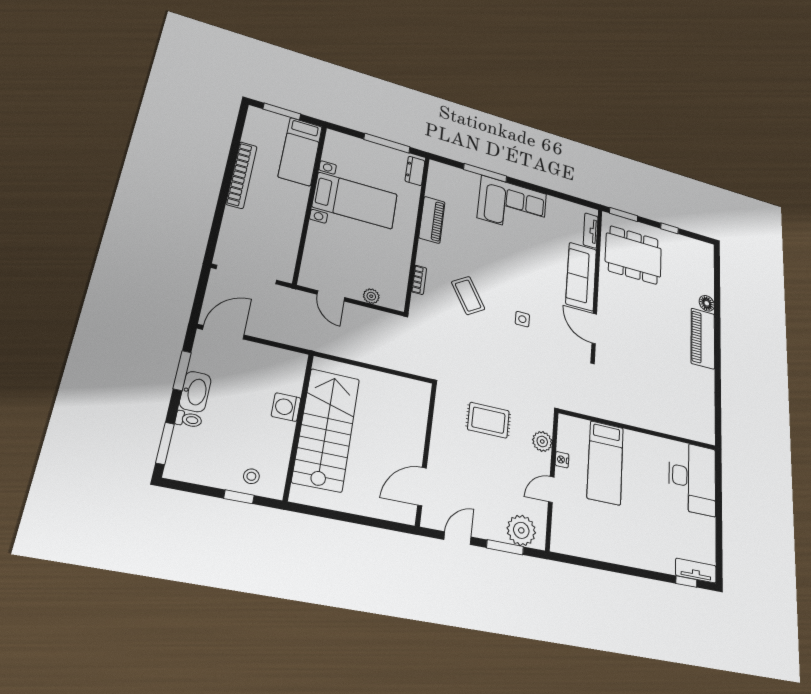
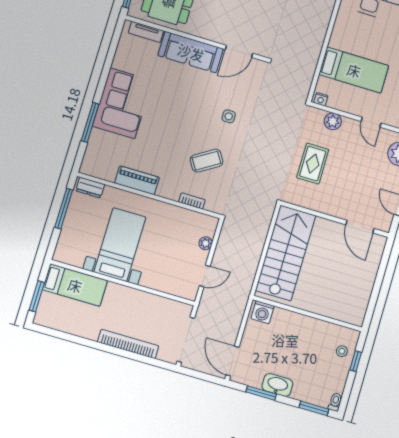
bookcase: (242, 175) -> (128, 344), moved
washing machine: (286, 407) -> (263, 312), moved
toilet: (189, 419) -> (335, 402), moved
stairs: (326, 430) -> (286, 253), moved, turned 90
nightstand: (562, 460) -> (321, 99), moved

